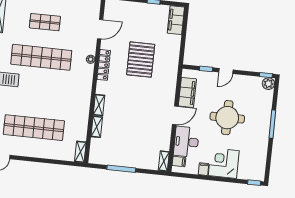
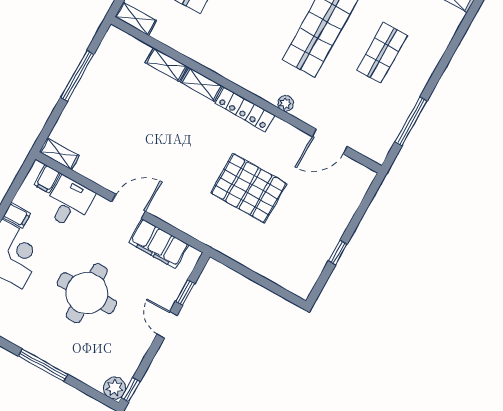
filing cabinet: (176, 20) -> (290, 277), removed
door: (100, 29) -> (330, 141), hinge flipped
locker: (104, 65) -> (245, 109), moved
door: (175, 115) -> (129, 206), swing flipped
desk: (186, 142) -> (69, 202), width x0.73

